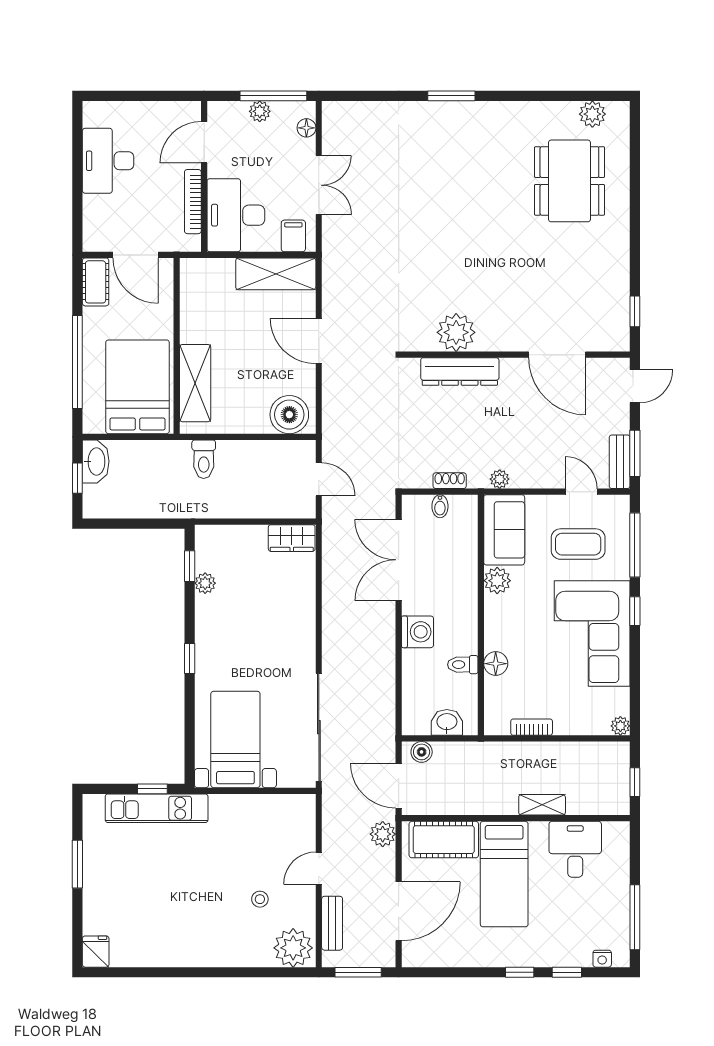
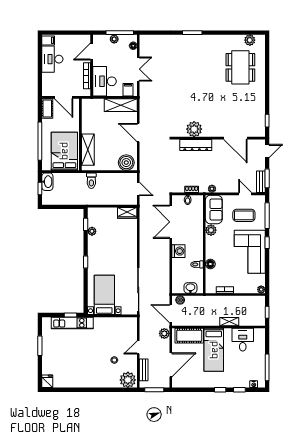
filing cabinet: (98, 115) -> (48, 40), added

